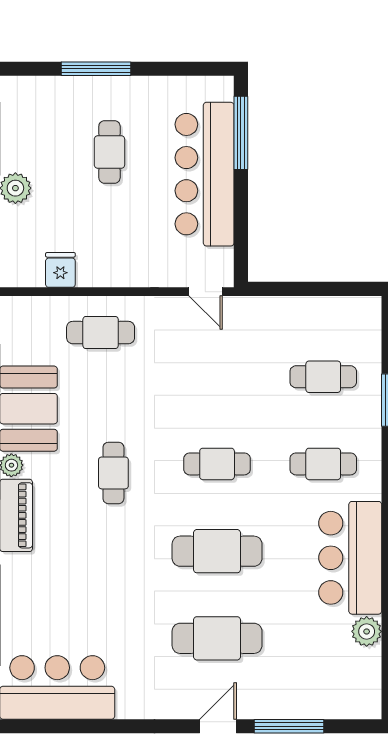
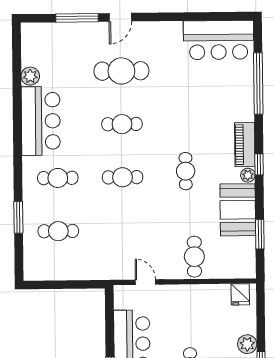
fridge: (60, 270) -> (240, 294), moved
door: (206, 292) -> (145, 282), moved
cafe table: (101, 333) -> (194, 257), turned 90
cafe table: (217, 551) -> (122, 124), width x0.73, depth x0.74

